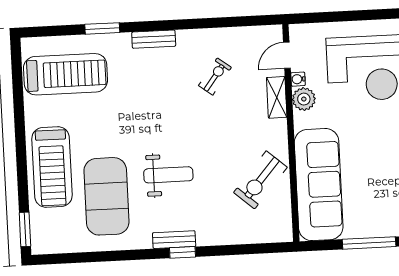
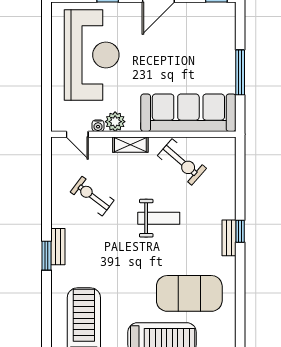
window: (102, 28) -> (47, 256), moved
exercise bike: (215, 76) -> (92, 196), width x1.38, depth x1.39
shelving: (277, 97) -> (130, 145), moved
weight bench: (168, 175) -> (159, 218), moved, turned 90

